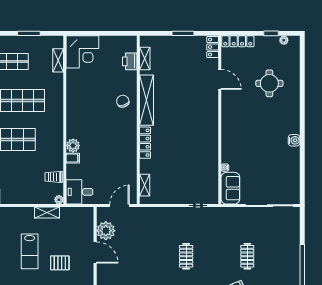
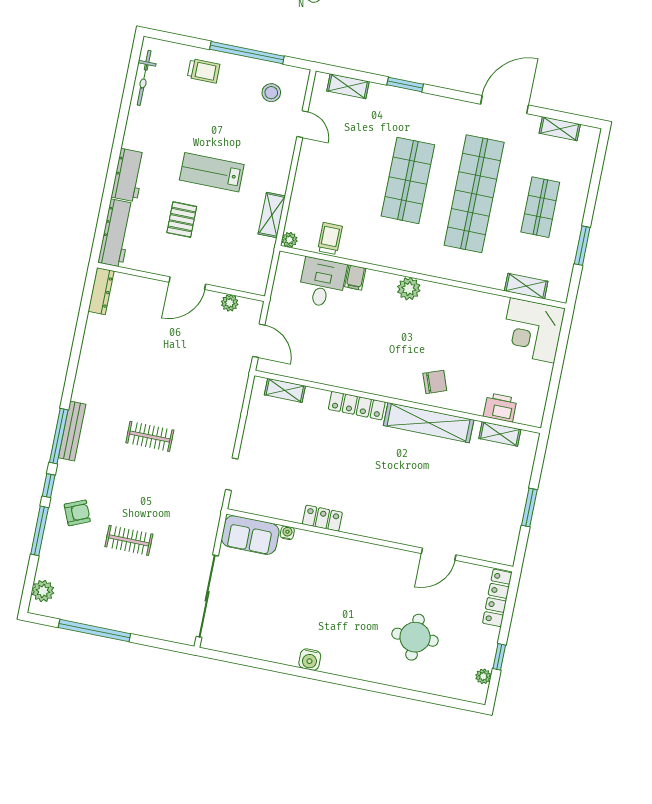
locker: (213, 47) -> (322, 518), moved
plant: (73, 146) -> (409, 289), moved
desk: (79, 192) -> (322, 283), moved
plant: (106, 231) -> (230, 303), width x0.53, depth x0.53

